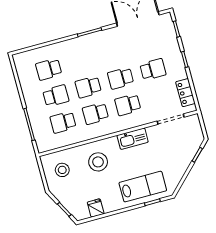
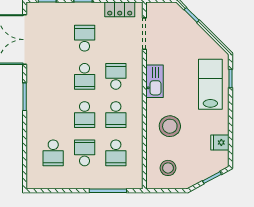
school desk: (128, 105) -> (116, 76), turned 180

